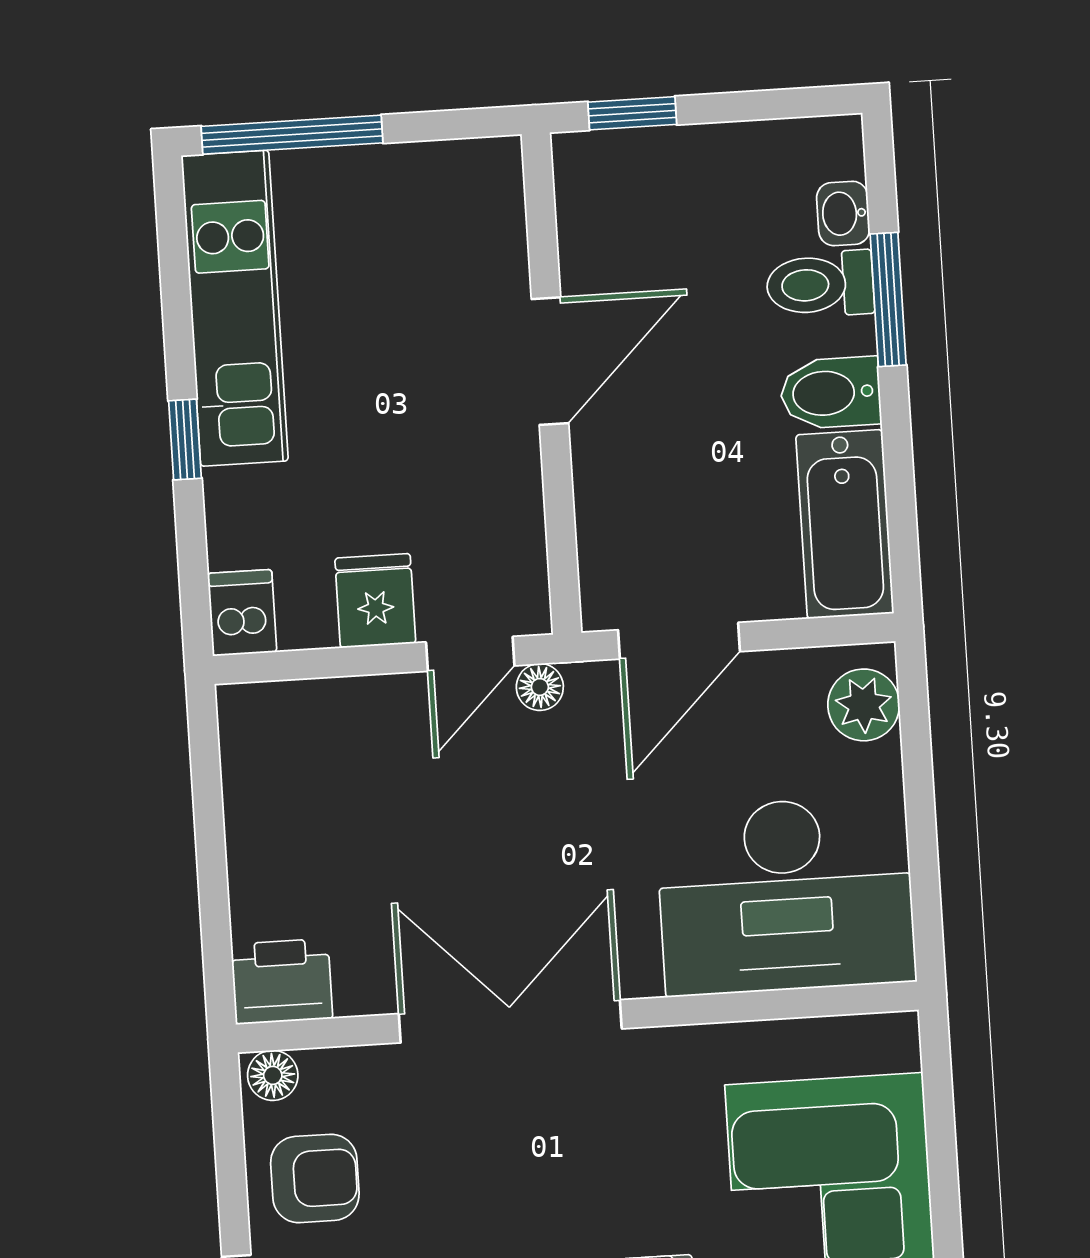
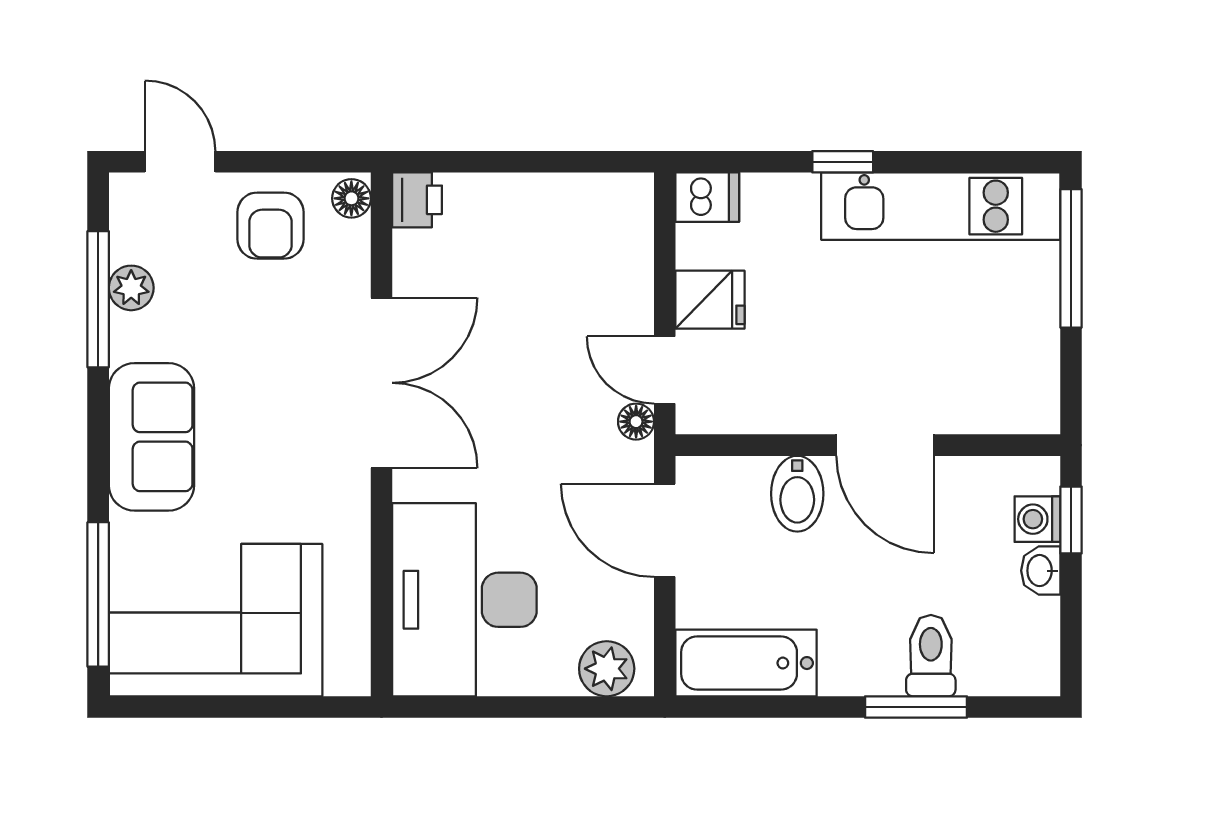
washing machine: (634, 157) -> (1037, 519), added
washbasin: (843, 213) -> (1041, 571), moved, turned -90
bidet: (831, 393) -> (797, 494), moved, turned 180
printer: (282, 981) -> (417, 200), width x0.73, depth x0.81

